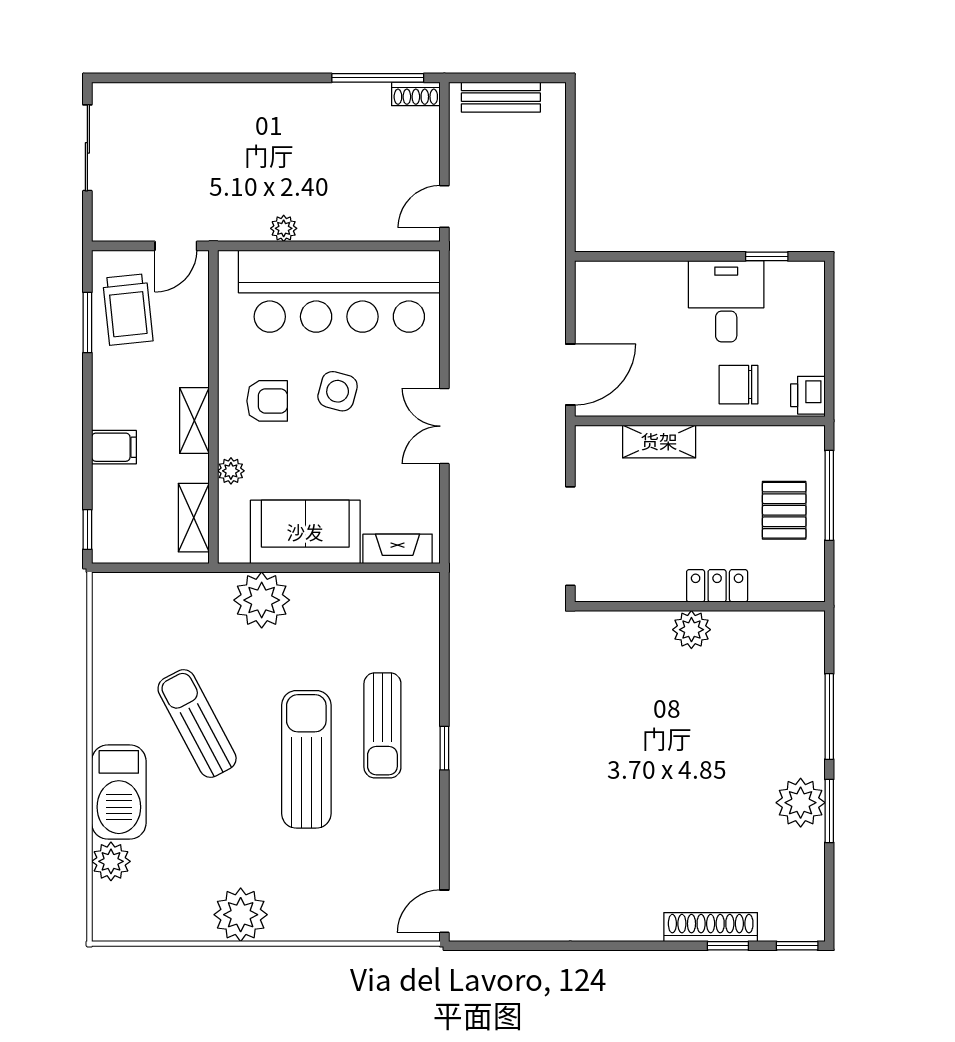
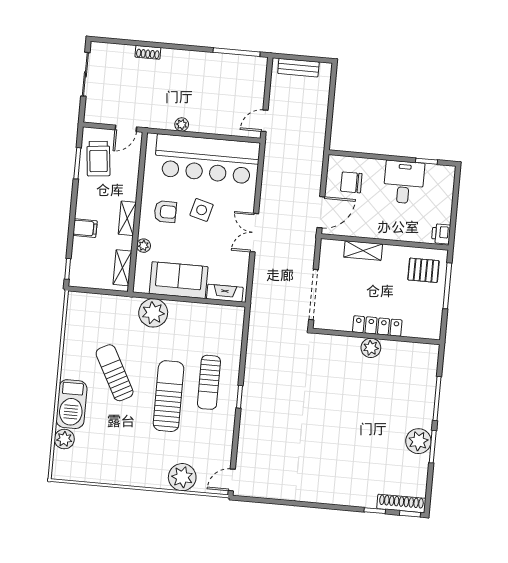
shoe rack: (416, 94) -> (148, 52), moved
chair: (738, 385) -> (351, 182), moved
pallet: (784, 510) -> (423, 270), moved, turned 90
locker: (717, 586) -> (377, 326), width x1.53
plant: (241, 915) -> (182, 477), moved
shoe rack: (711, 927) -> (401, 503), moved

